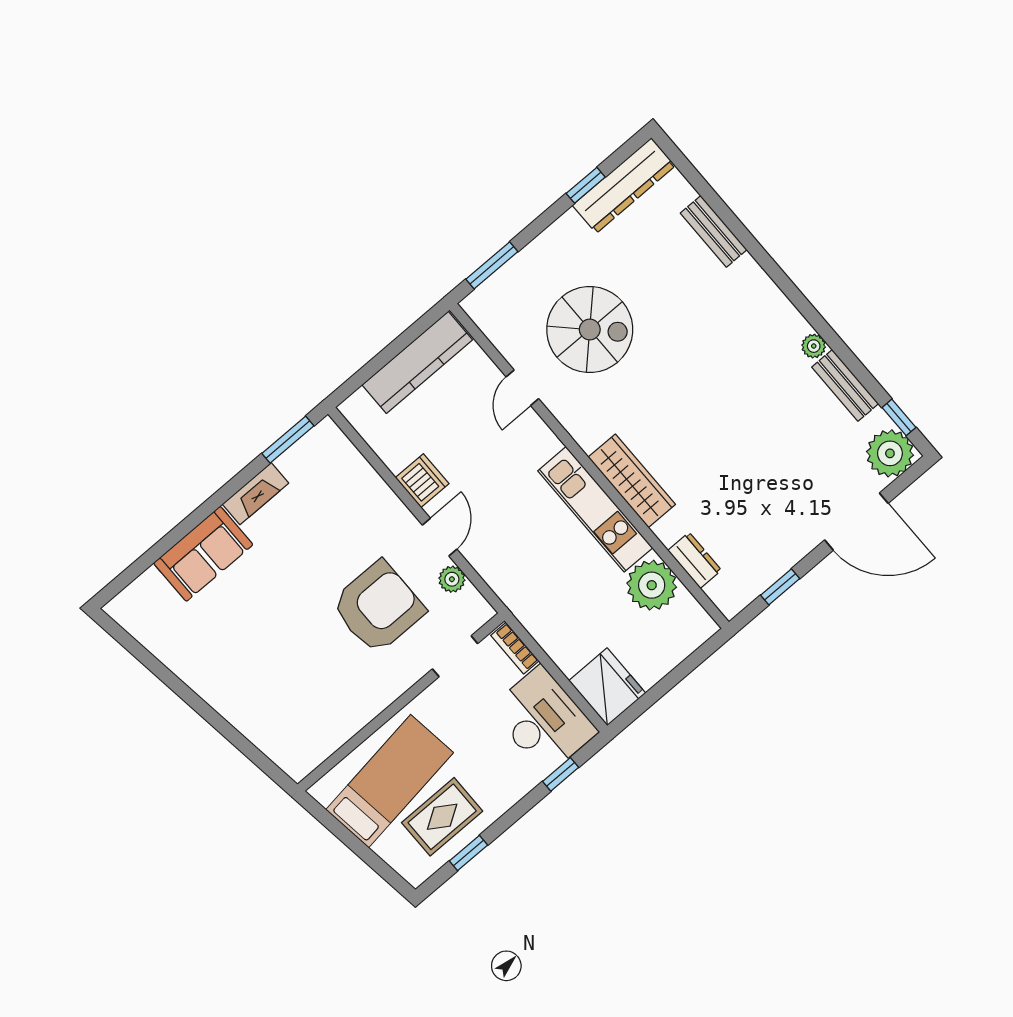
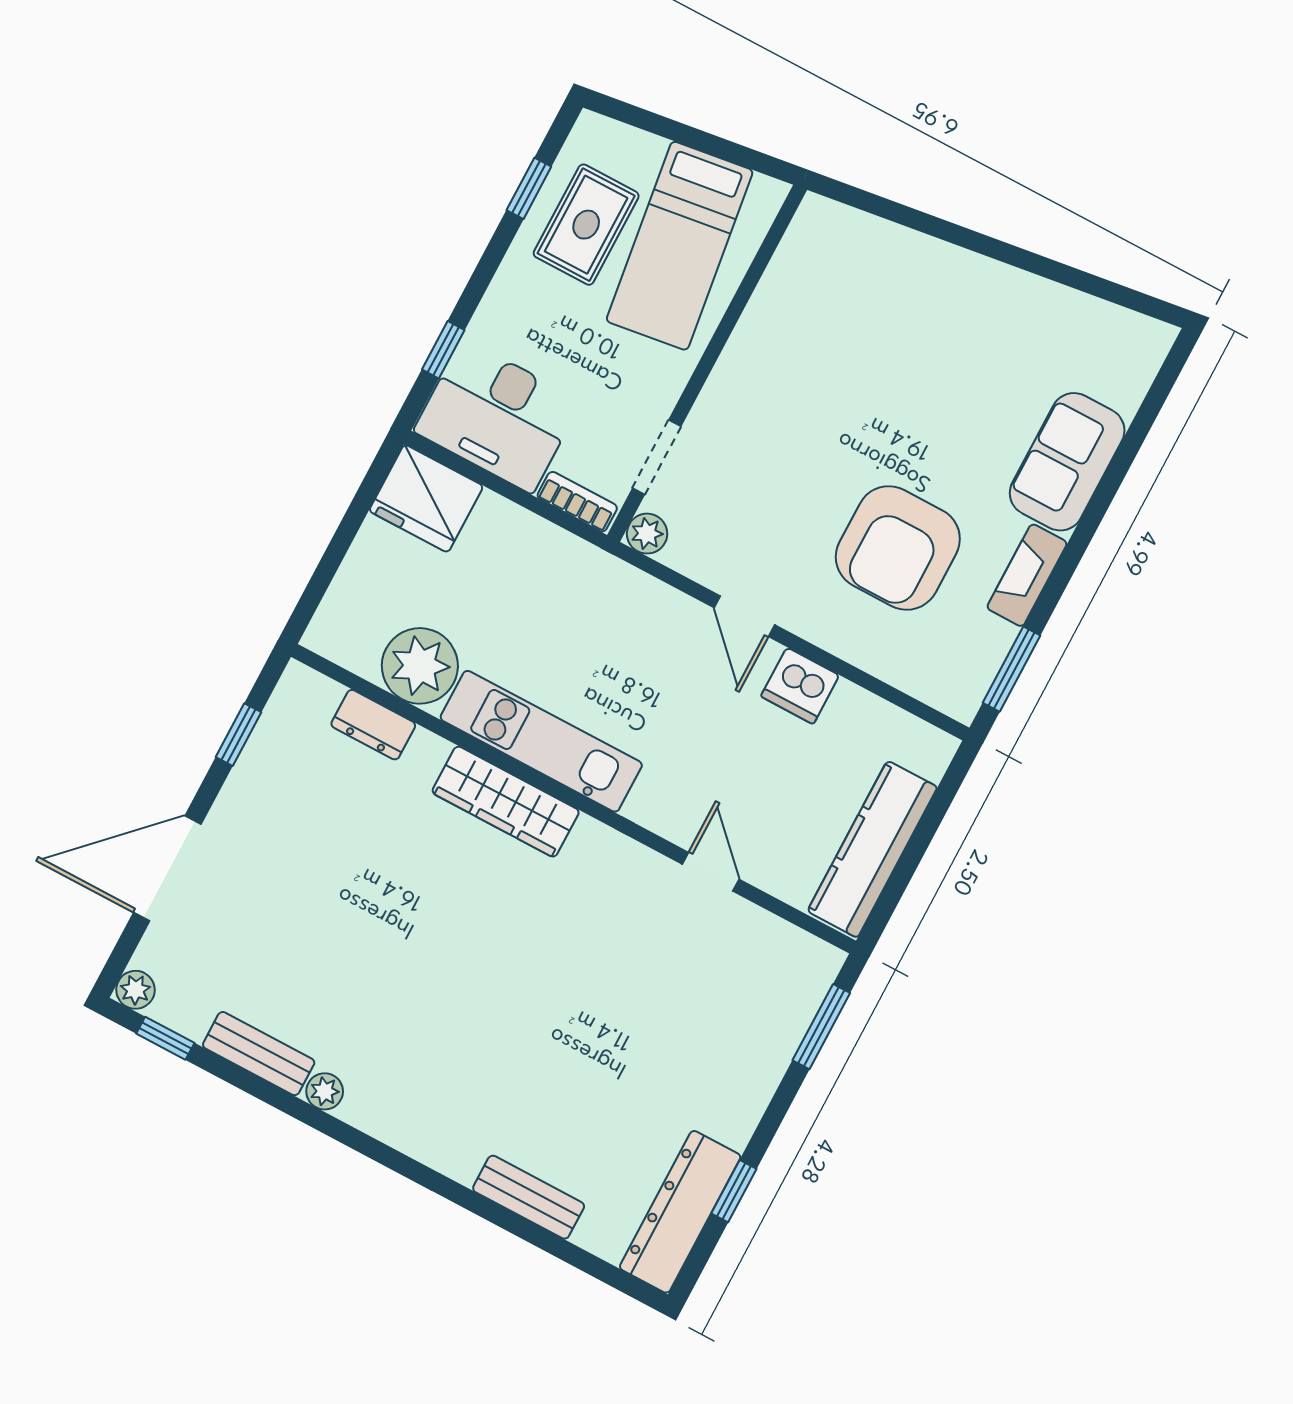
spiral stairs: (590, 330) -> (648, 991), removed
plant: (890, 453) -> (135, 990), width x0.53, depth x0.53
plant: (452, 579) -> (647, 534), moved
armchair: (378, 607) -> (898, 548), moved

